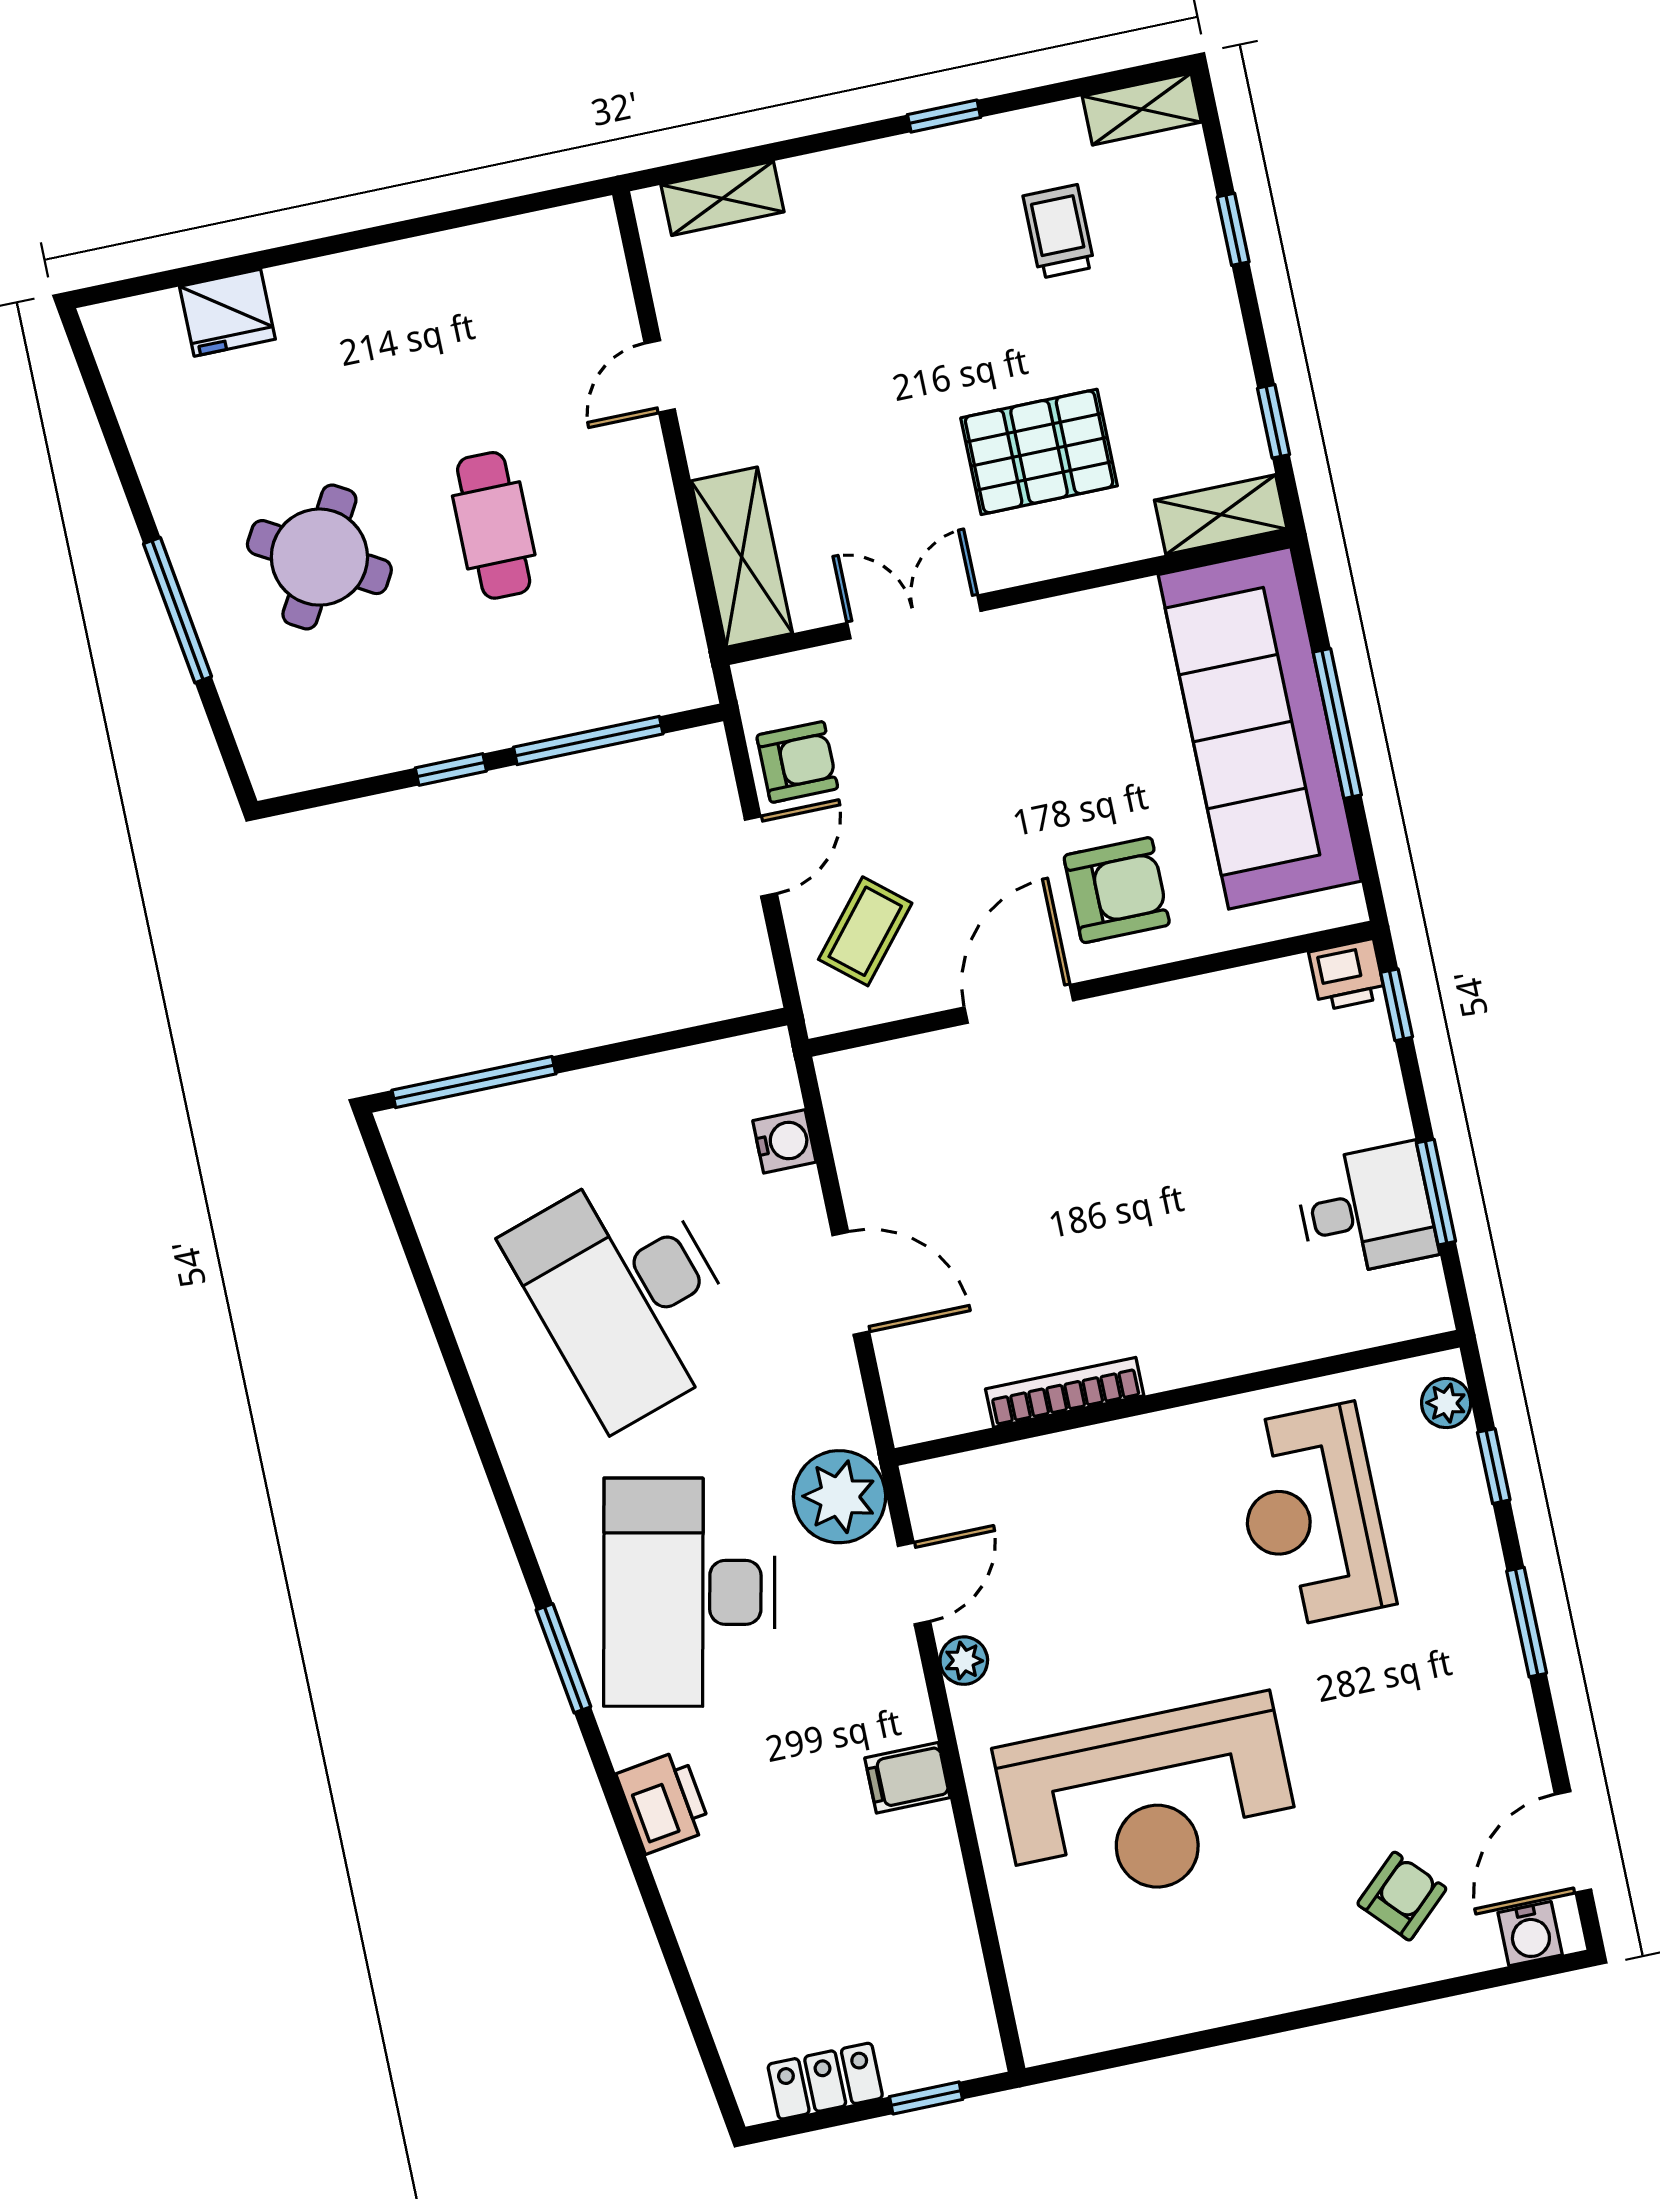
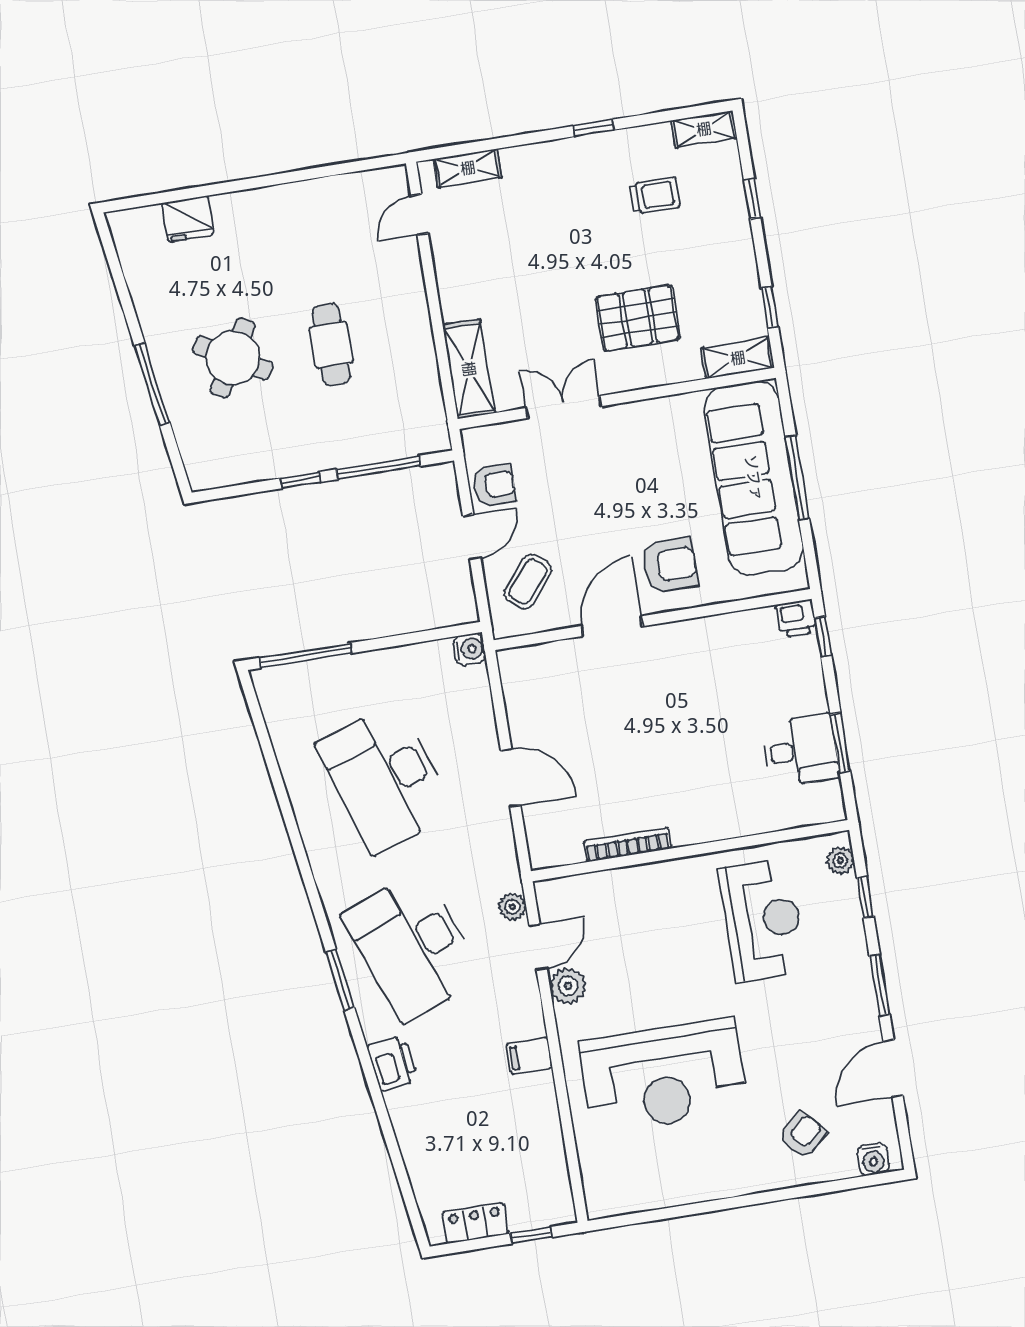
trolley: (1059, 231) -> (655, 195), turned 90
door: (660, 376) -> (419, 214), moved
water cooler: (784, 1141) -> (470, 649), moved
plant: (839, 1497) -> (512, 907), width x0.53, depth x0.53
reception desk: (1312, 1516) -> (762, 920), turned 180
desk: (689, 1592) -> (412, 946), turned -33
plant: (964, 1661) -> (568, 986), width x1.38, depth x1.38
door: (1573, 1842) -> (893, 1068), moved

